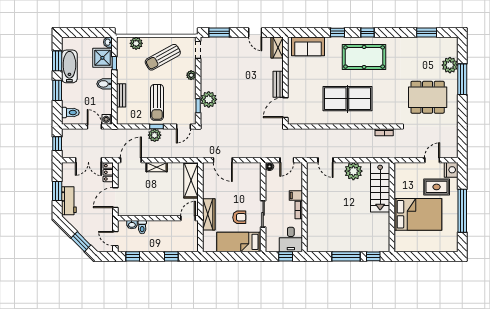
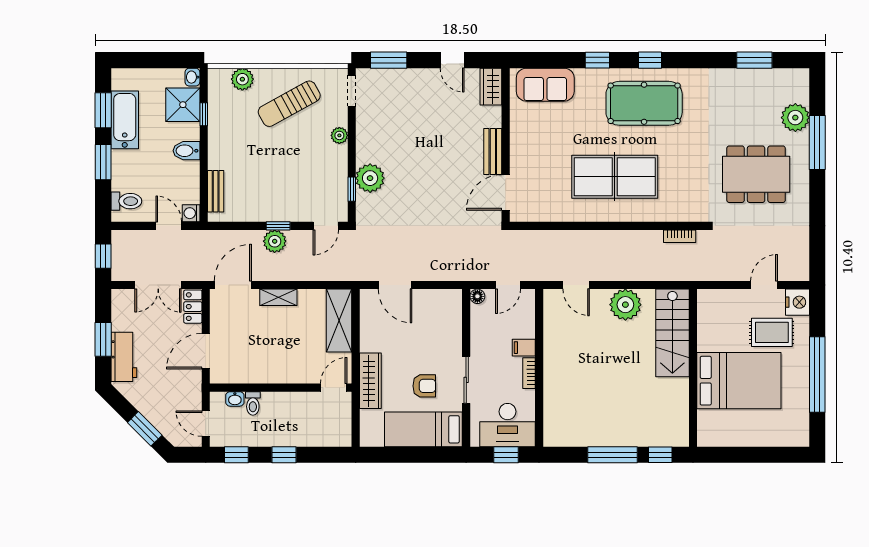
bench: (121, 95) -> (216, 191), moved
sun lounger: (157, 102) -> (279, 183), removed
desk: (291, 239) -> (508, 425), width x1.37
window: (171, 256) -> (284, 455), moved

